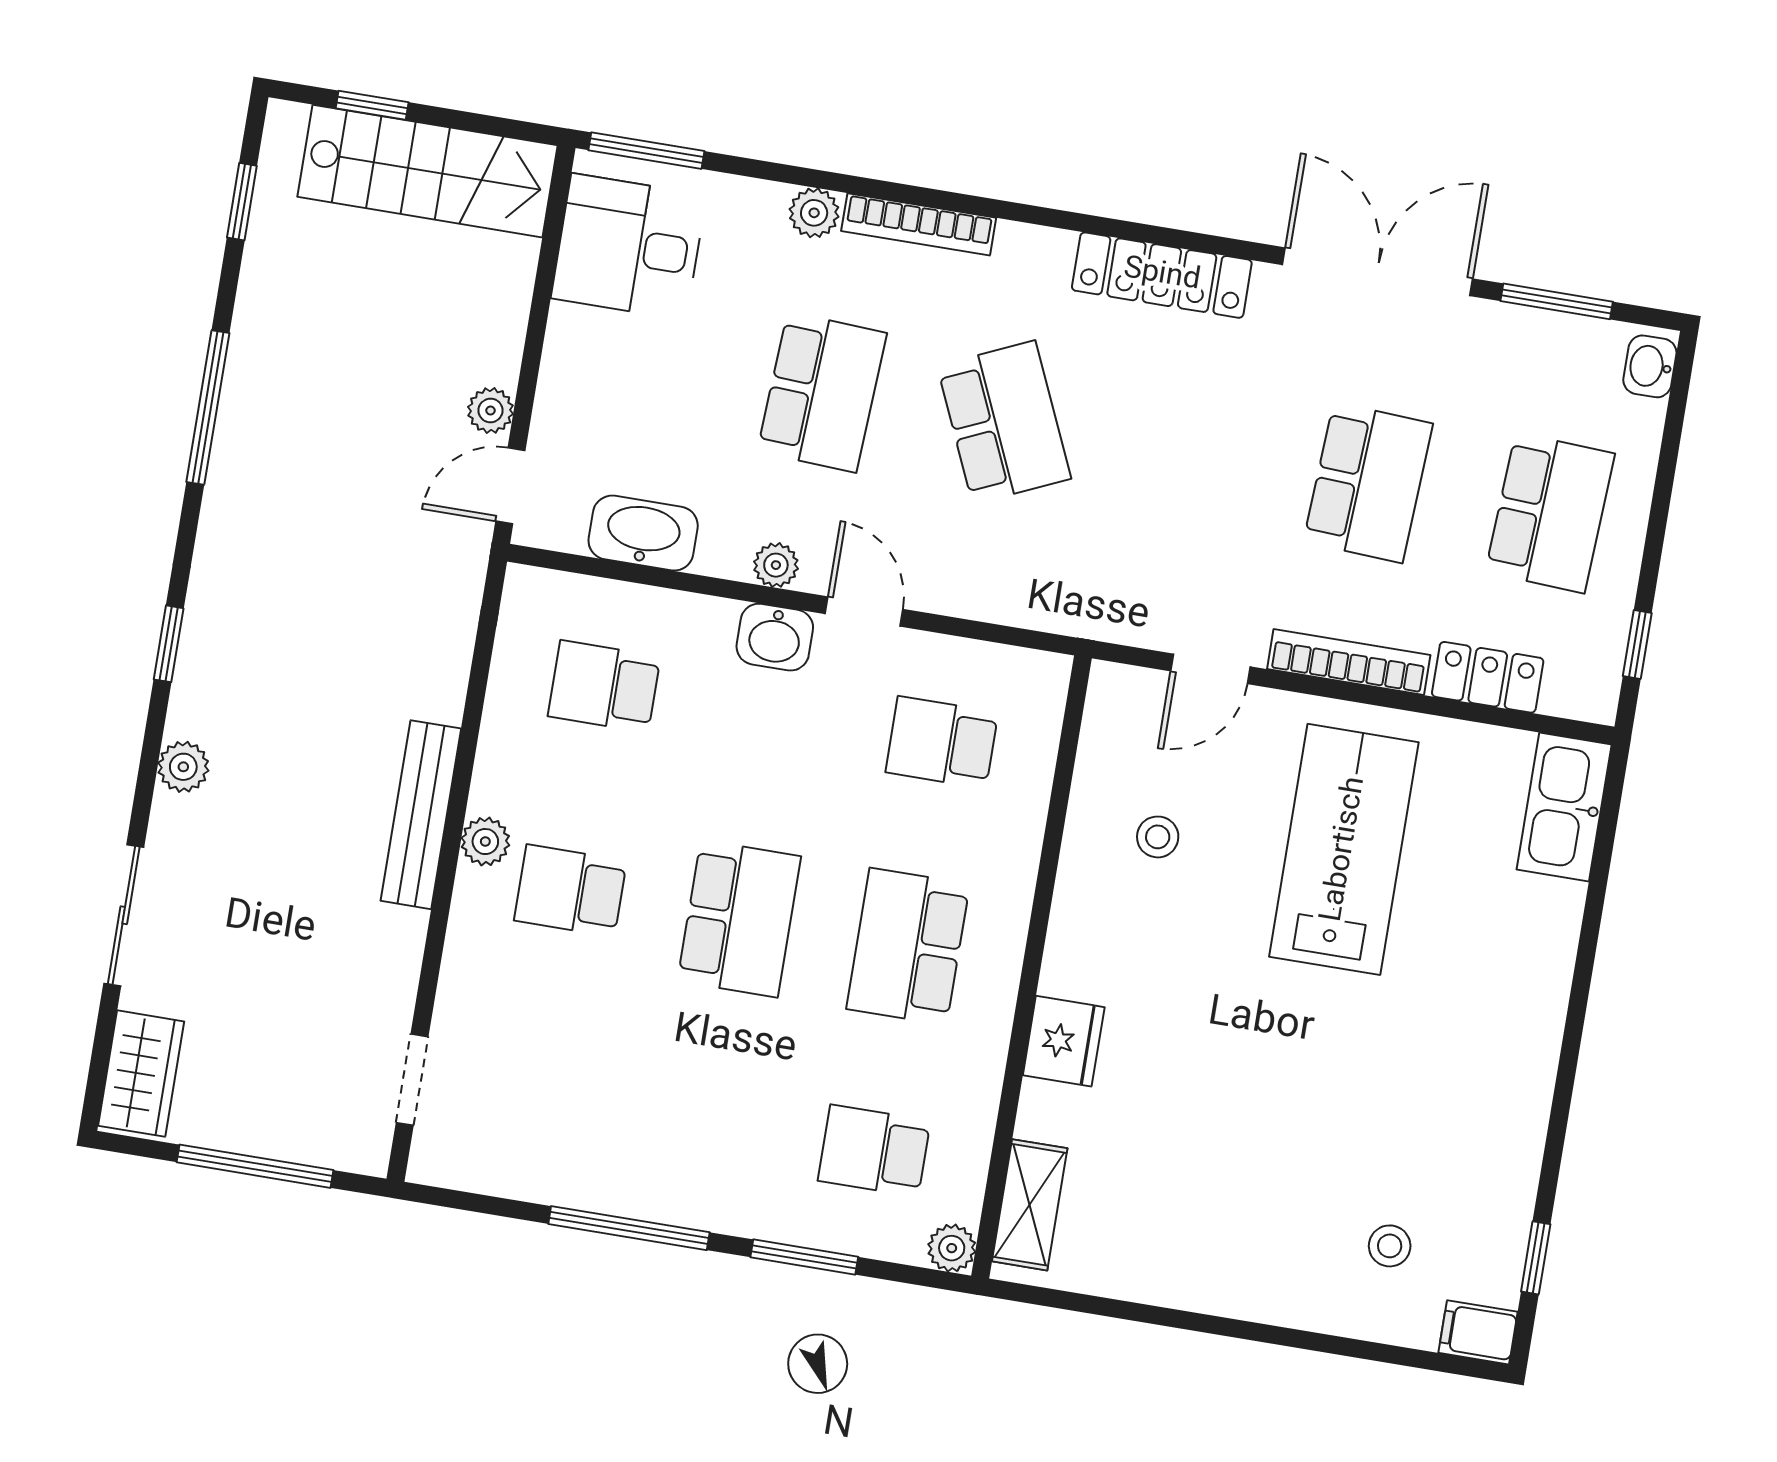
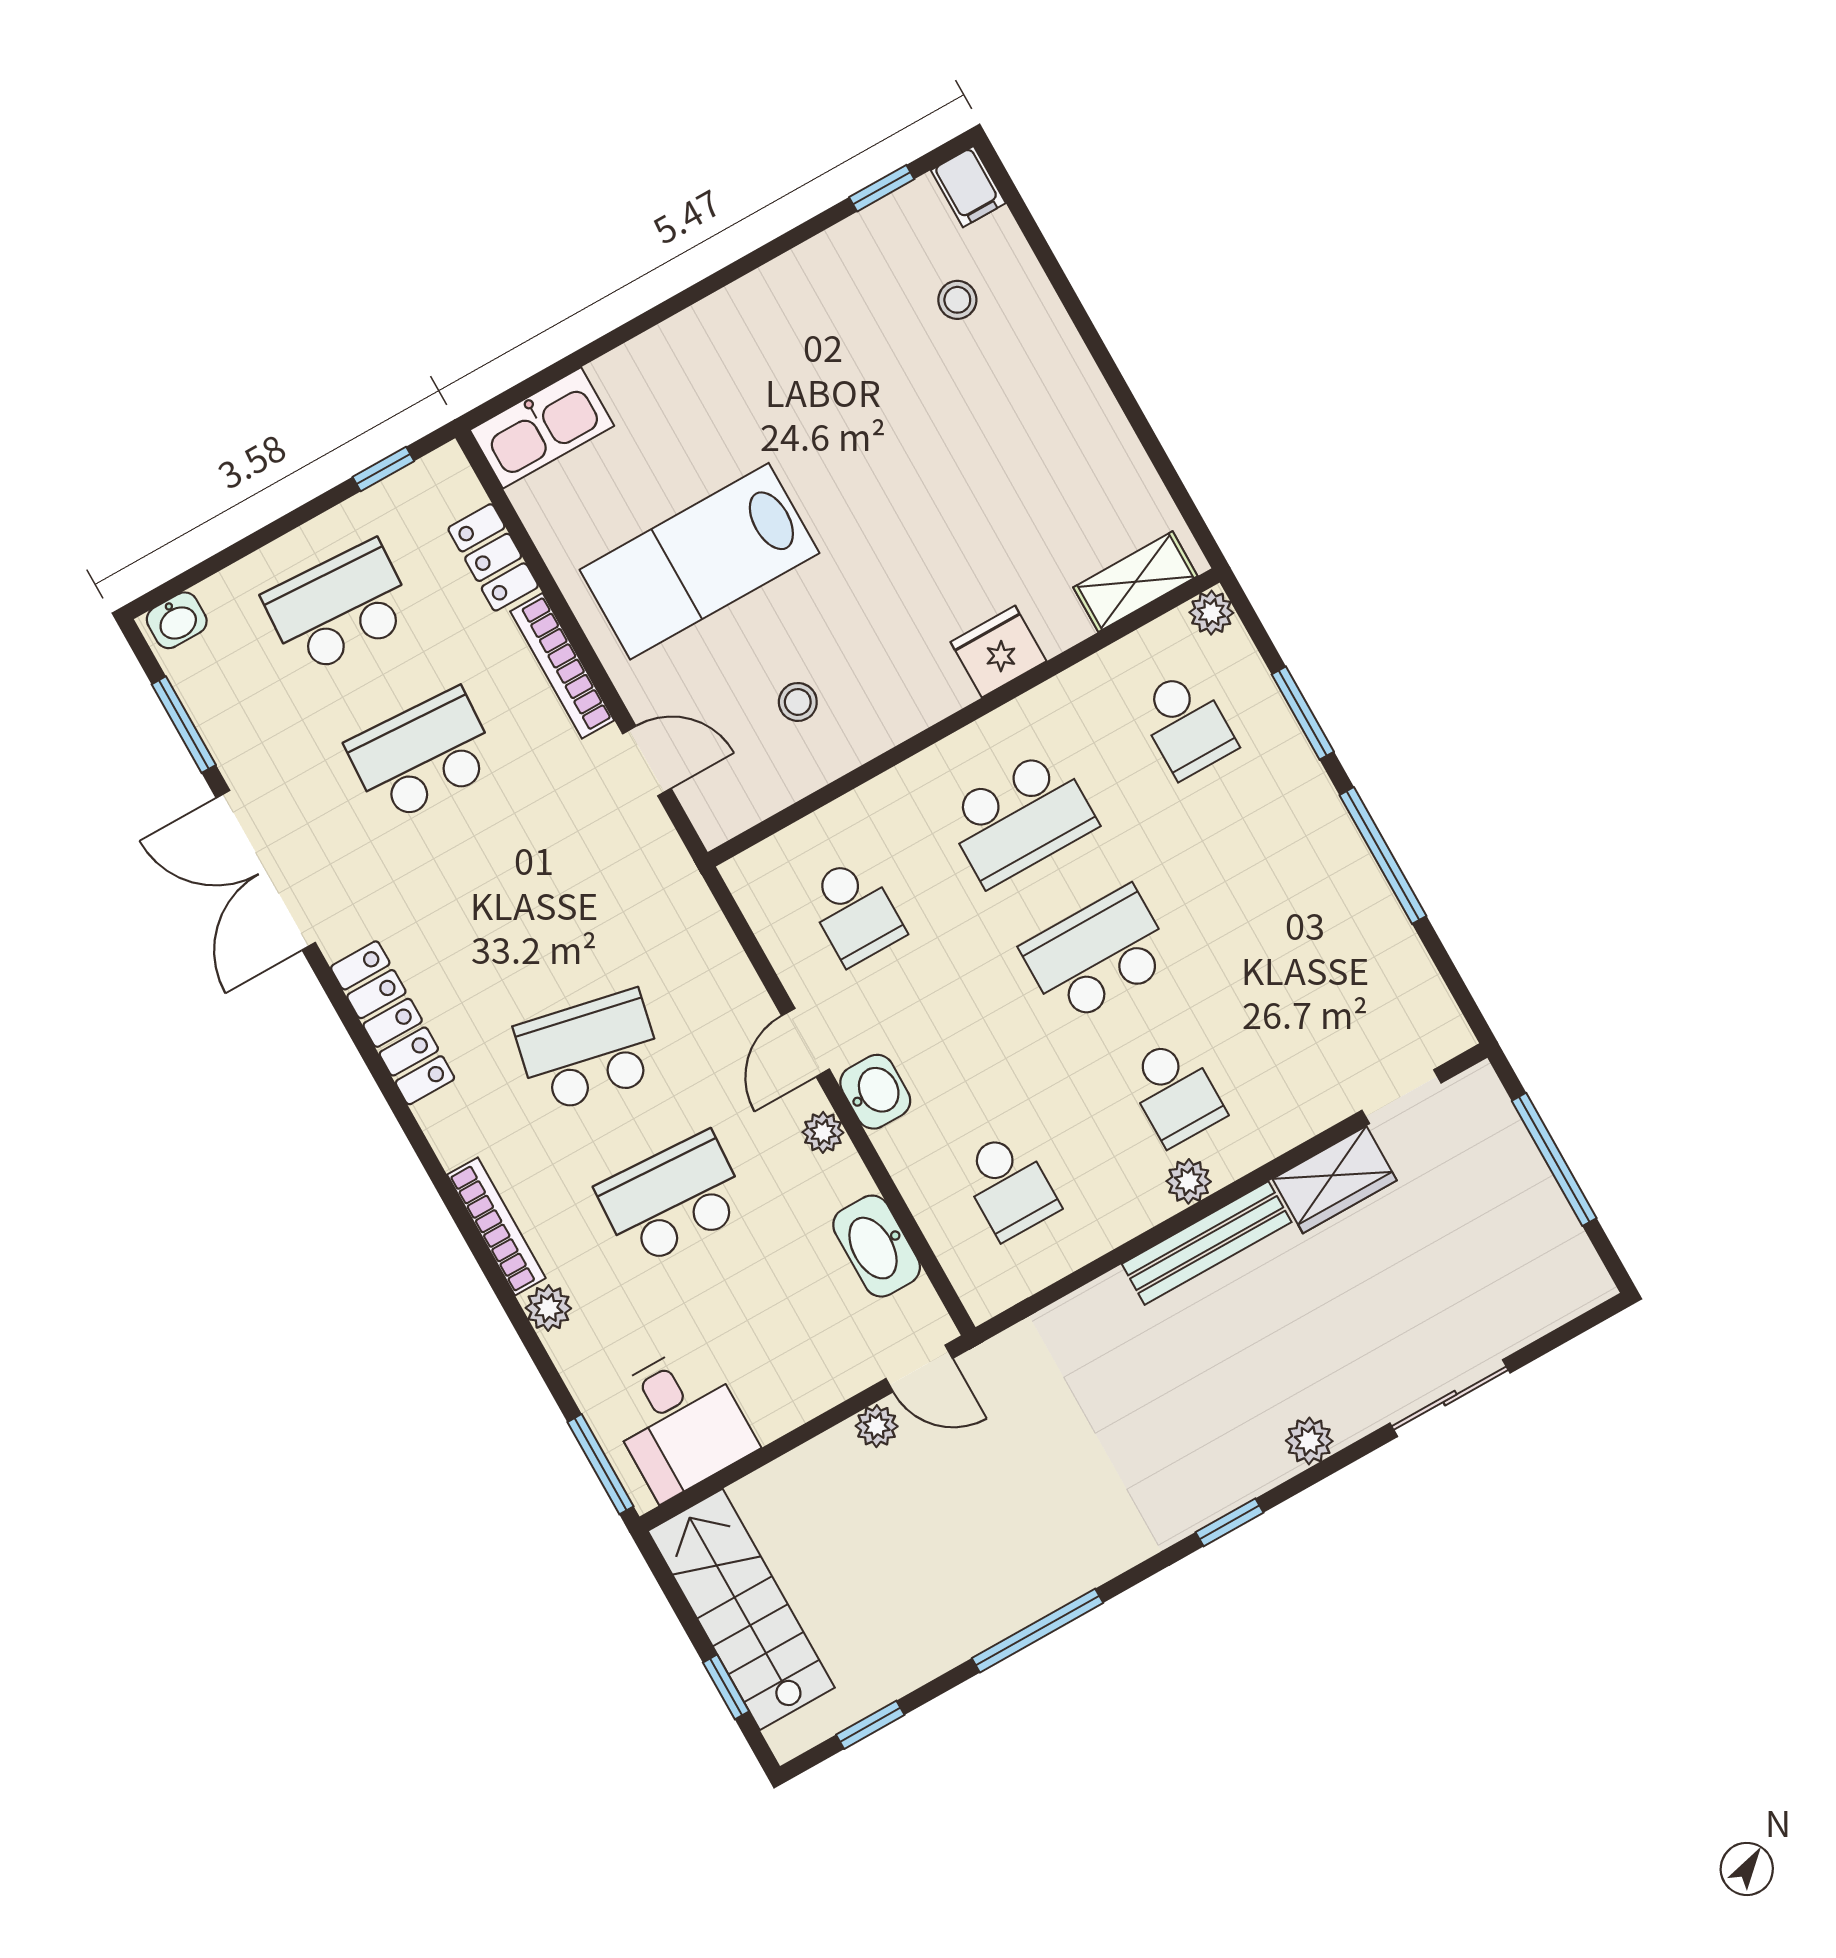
school desk: (1004, 422) -> (589, 1051), turned 36
wardrobe: (141, 1074) -> (1335, 1180), moved, turned 180

